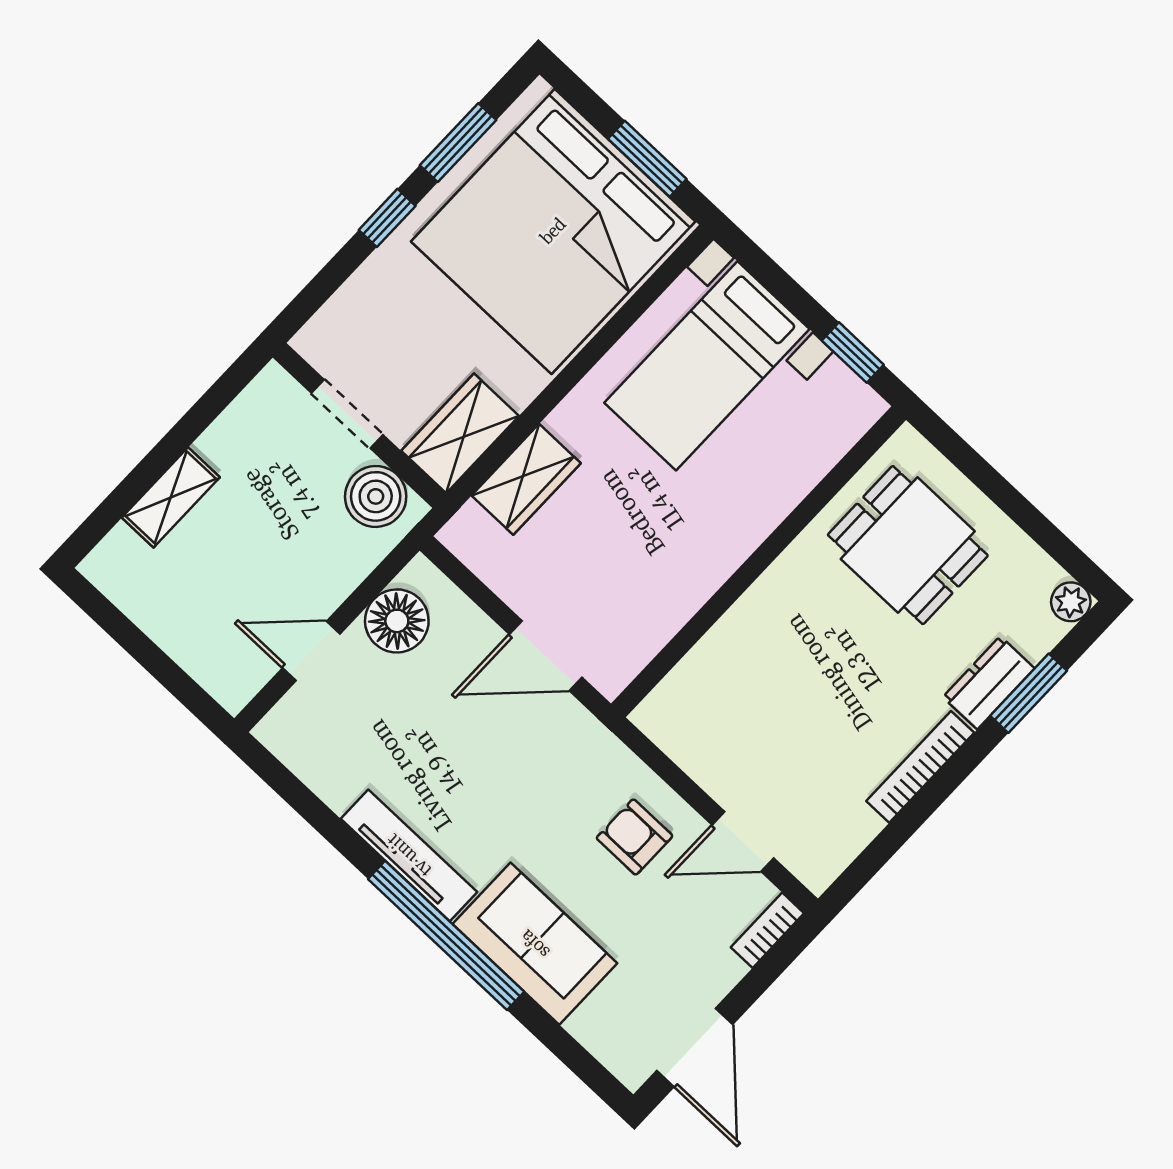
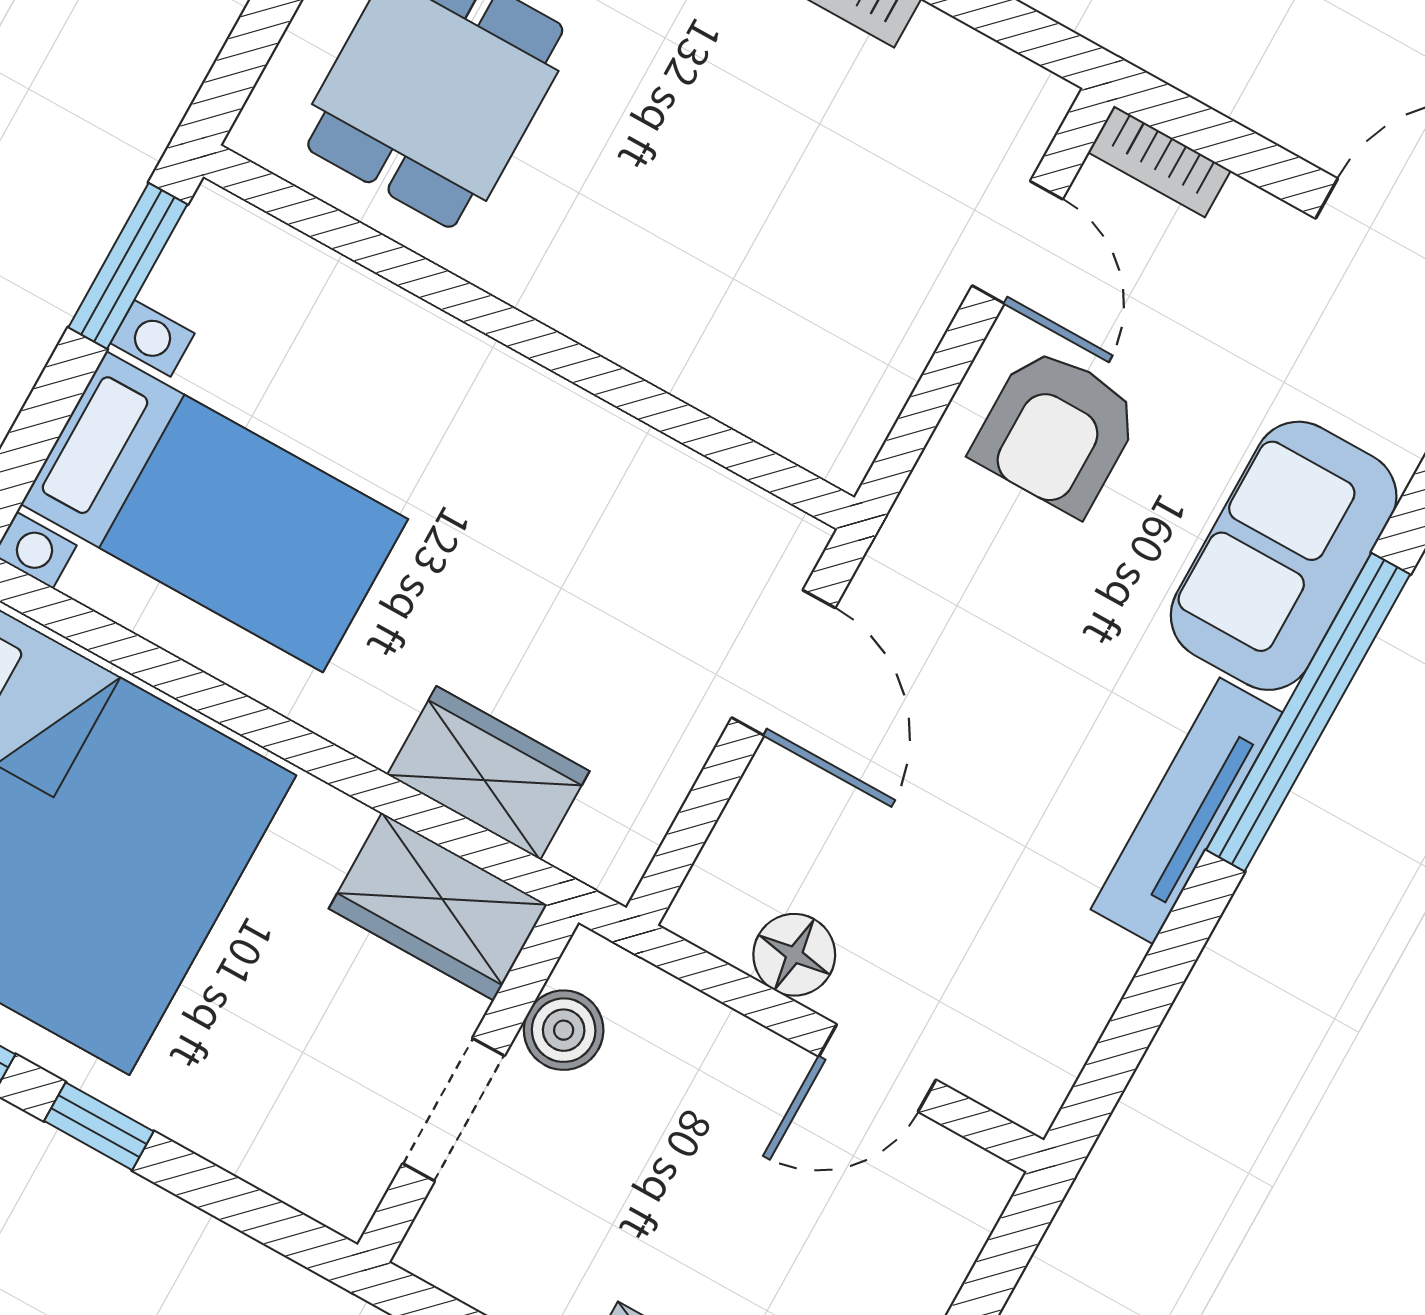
window: (853, 353) -> (128, 266), width x1.50
boiler: (376, 496) -> (564, 1030), width x0.73, depth x0.73
floor lamp: (397, 621) -> (794, 955), width x0.73, depth x0.73
door: (311, 651) -> (877, 1068), hinge flipped
armchair: (635, 837) -> (1057, 431), width x1.38, depth x1.38

